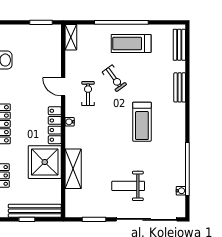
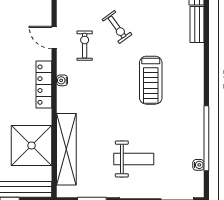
bench: (180, 87) -> (197, 25), moved
shower: (45, 162) -> (32, 145), moved
shelving: (73, 169) -> (66, 149), width x1.47
weight bench: (128, 186) -> (134, 159), turned 180

